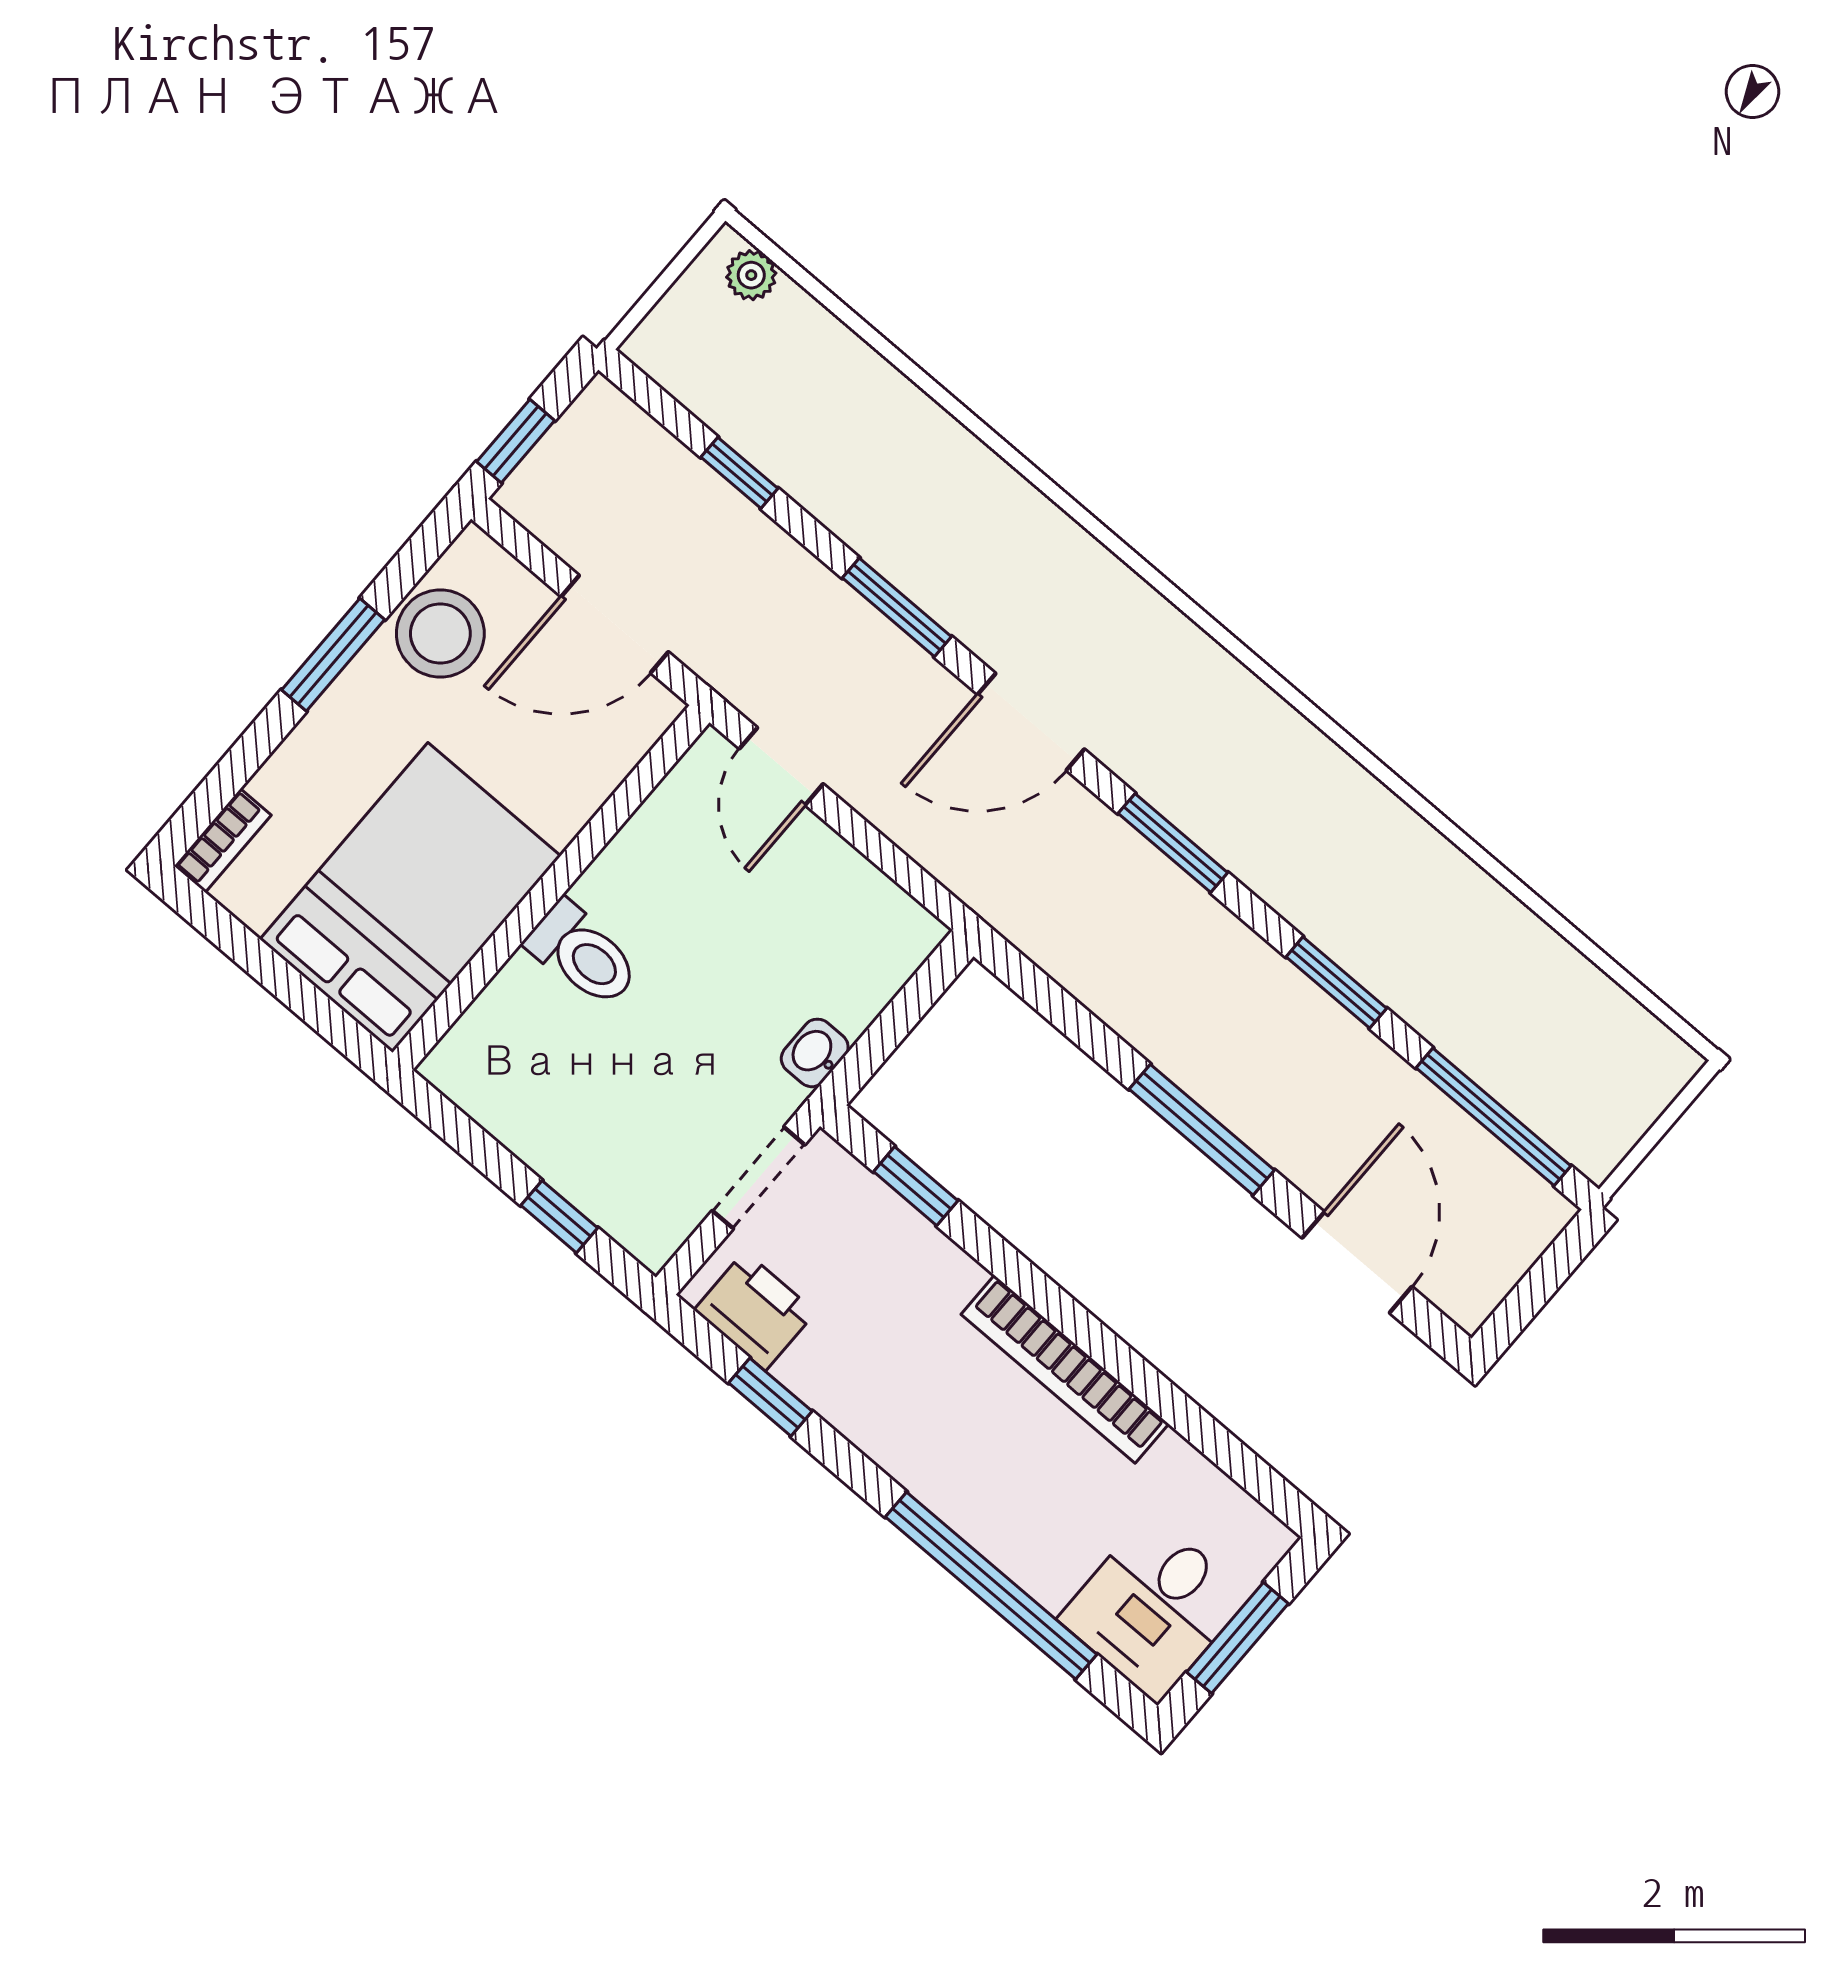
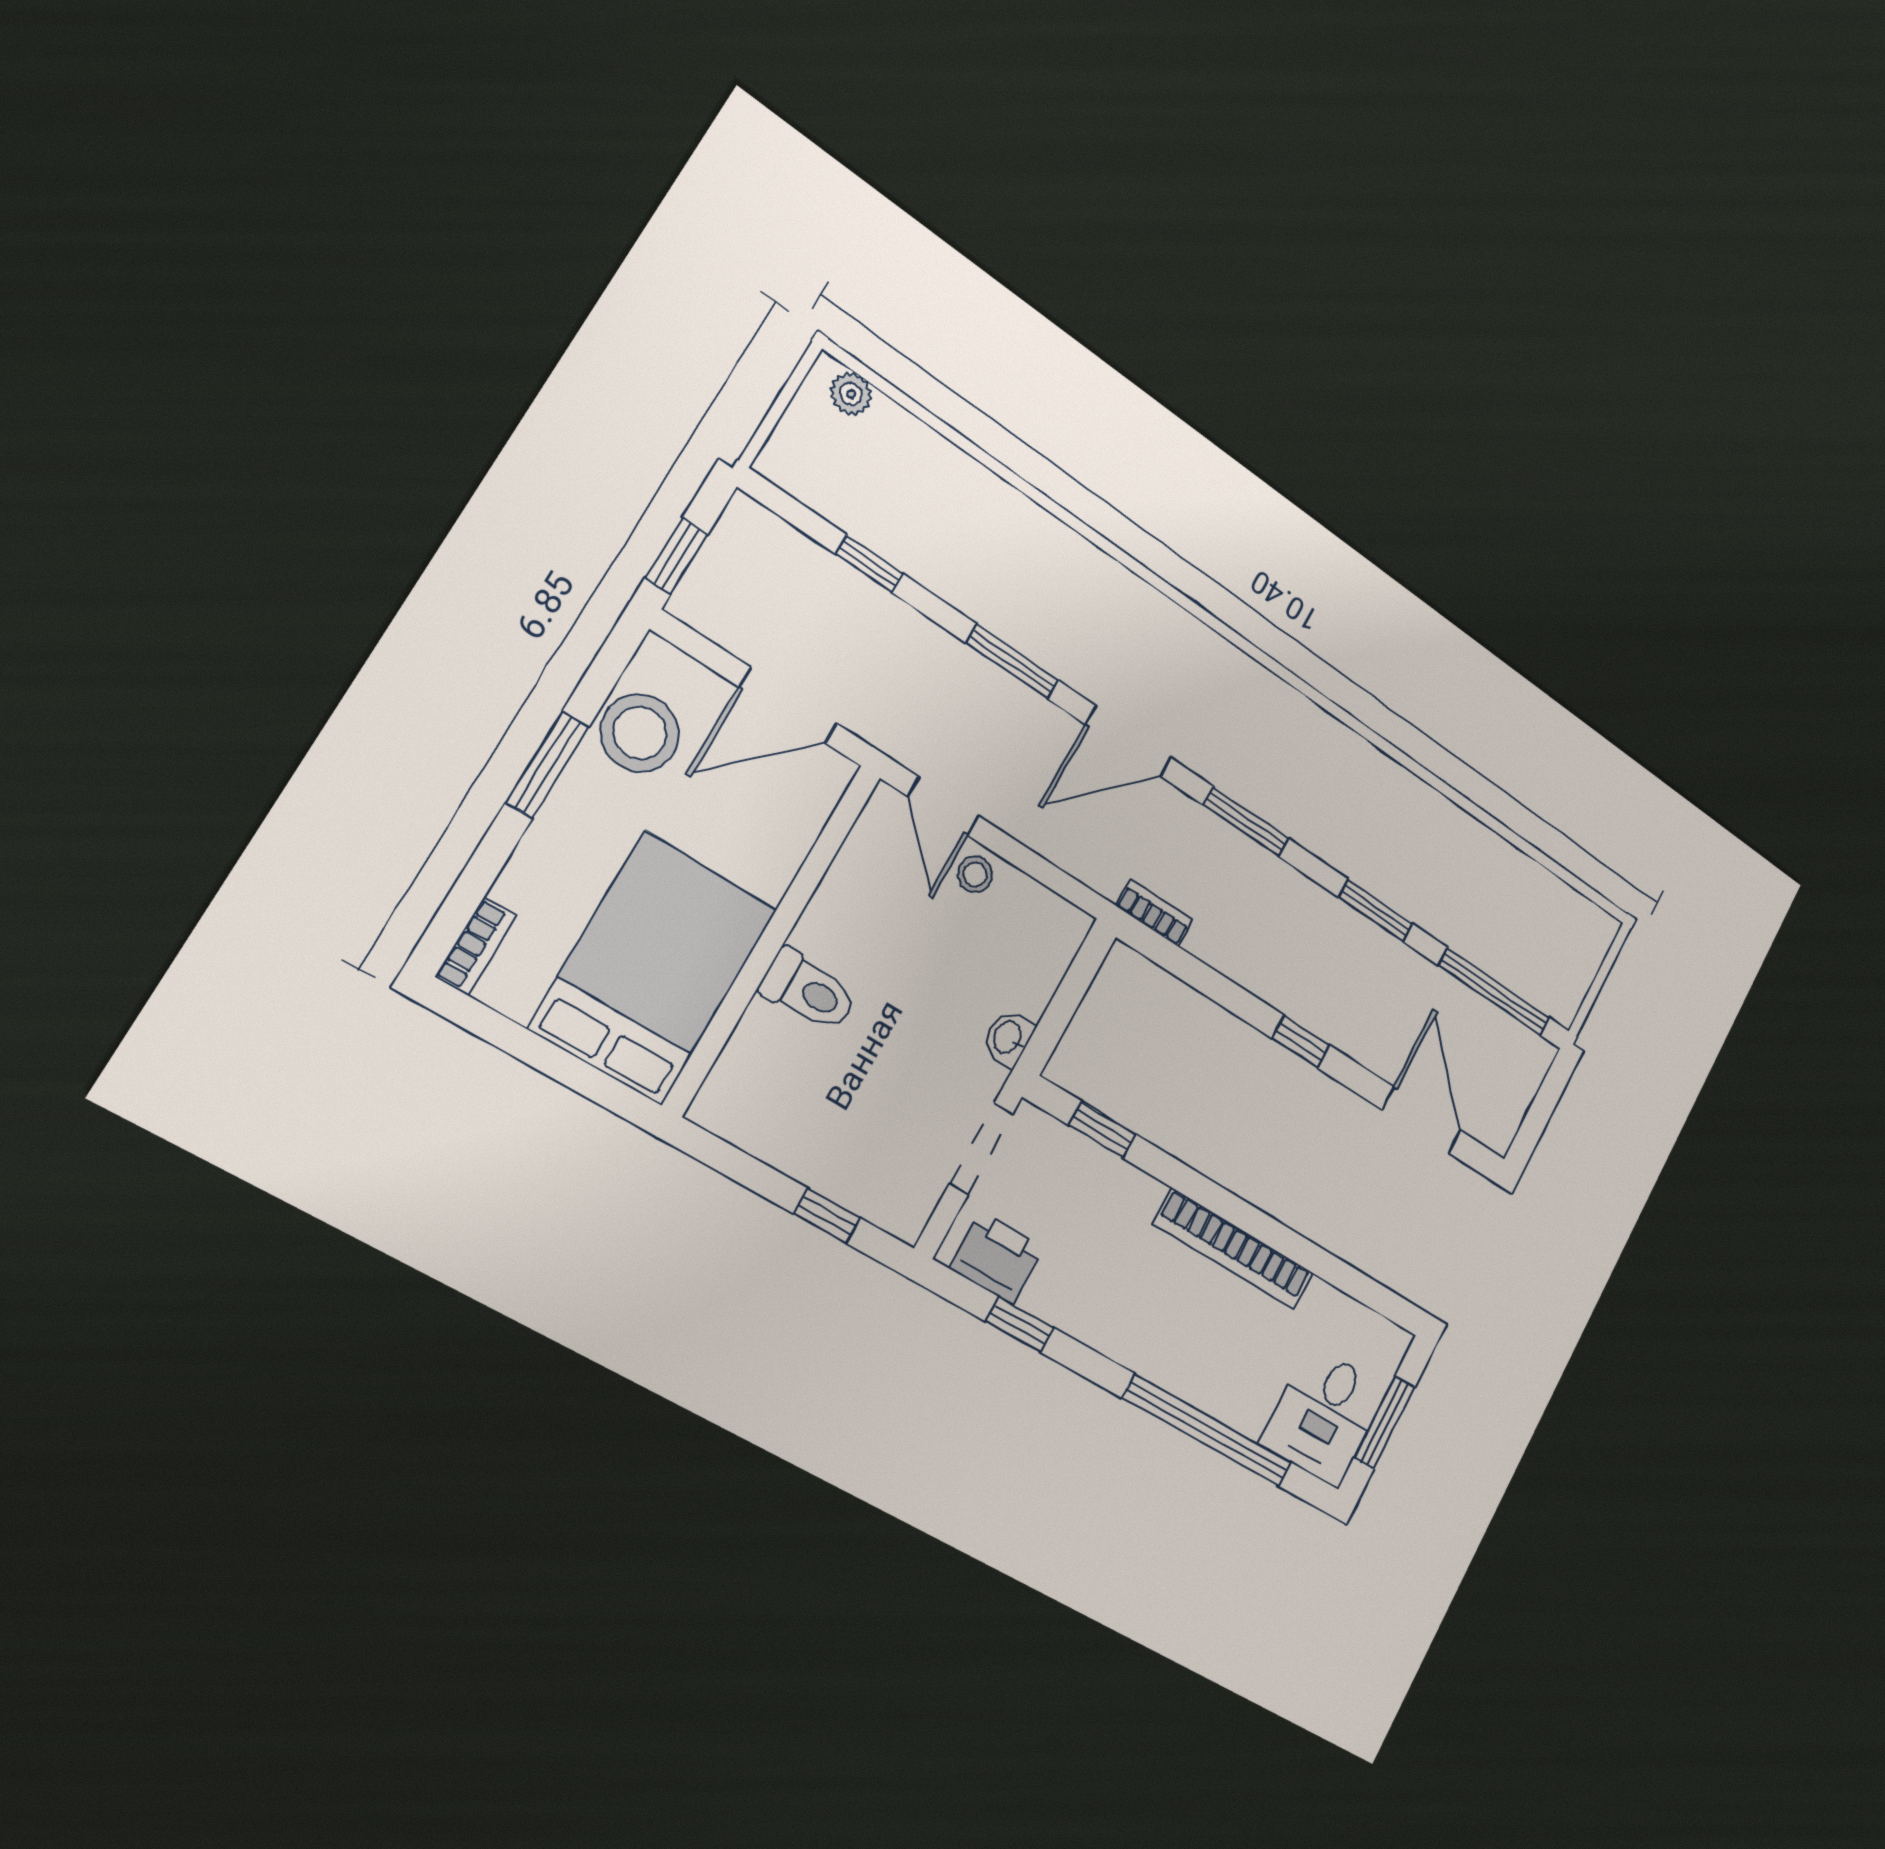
stool: (807, 852) -> (975, 874), added
bookcase: (1029, 935) -> (1154, 913), added
window: (1202, 1130) -> (1301, 1042), width x0.46

